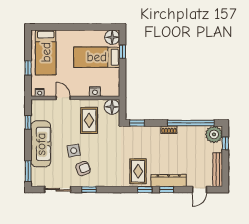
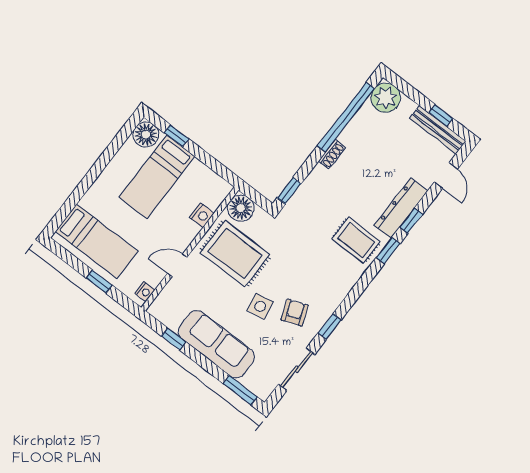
rug: (89, 120) -> (235, 254), width x1.36, depth x1.43
window: (225, 143) -> (441, 115), moved

